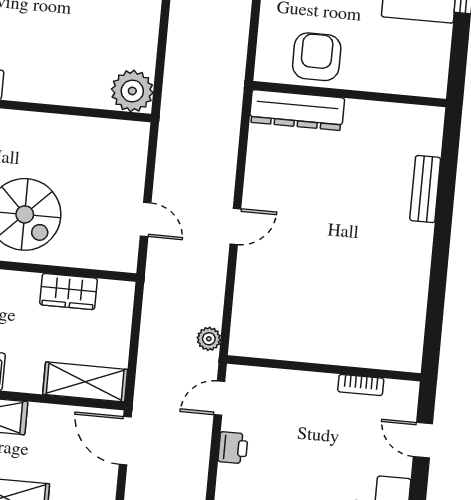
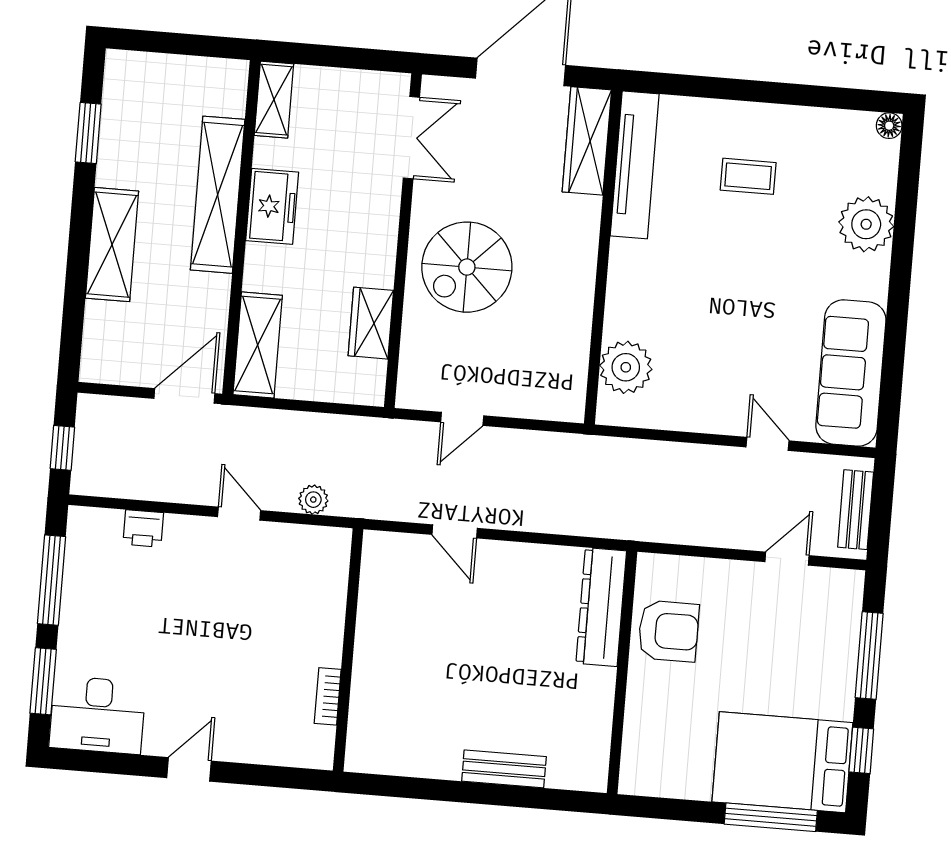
plant: (132, 91) -> (626, 367), moved
wall: (324, 368) -> (348, 650), moved
bookcase: (361, 385) -> (328, 696), moved
printer: (233, 448) -> (143, 528), moved

